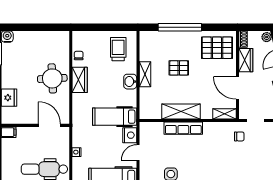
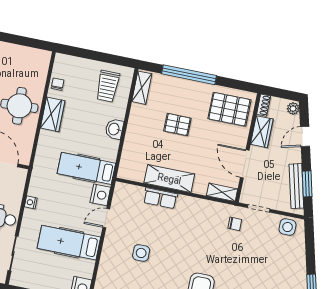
trolley: (118, 49) -> (108, 86), turned 180
shelving: (145, 74) -> (142, 88), moved
row of seats: (183, 128) -> (160, 198), width x0.68

